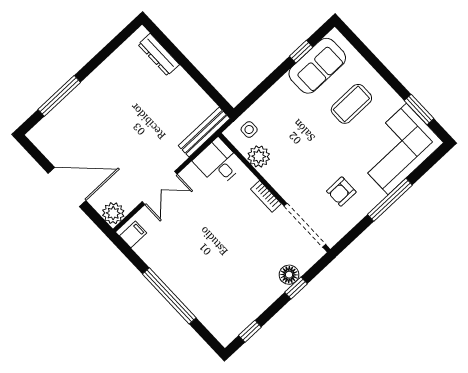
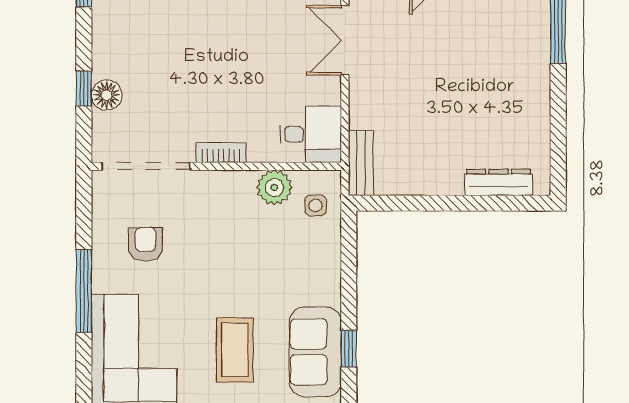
bench: (204, 132) -> (361, 163), width x0.73

